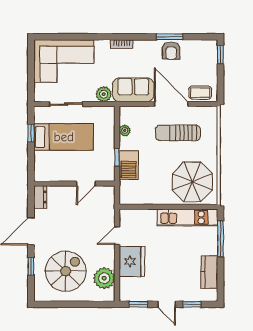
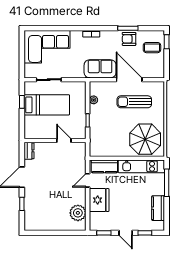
armchair: (171, 51) -> (129, 39), turned 90
coffee table: (200, 93) -> (152, 48), moved
plant: (104, 94) -> (77, 72), removed
barbecue: (129, 165) -> (97, 126), removed
door: (86, 184) -> (64, 140), swing flipped
kitchen counter: (139, 217) -> (104, 166), added
spiral stairs: (66, 271) -> (48, 207), removed

